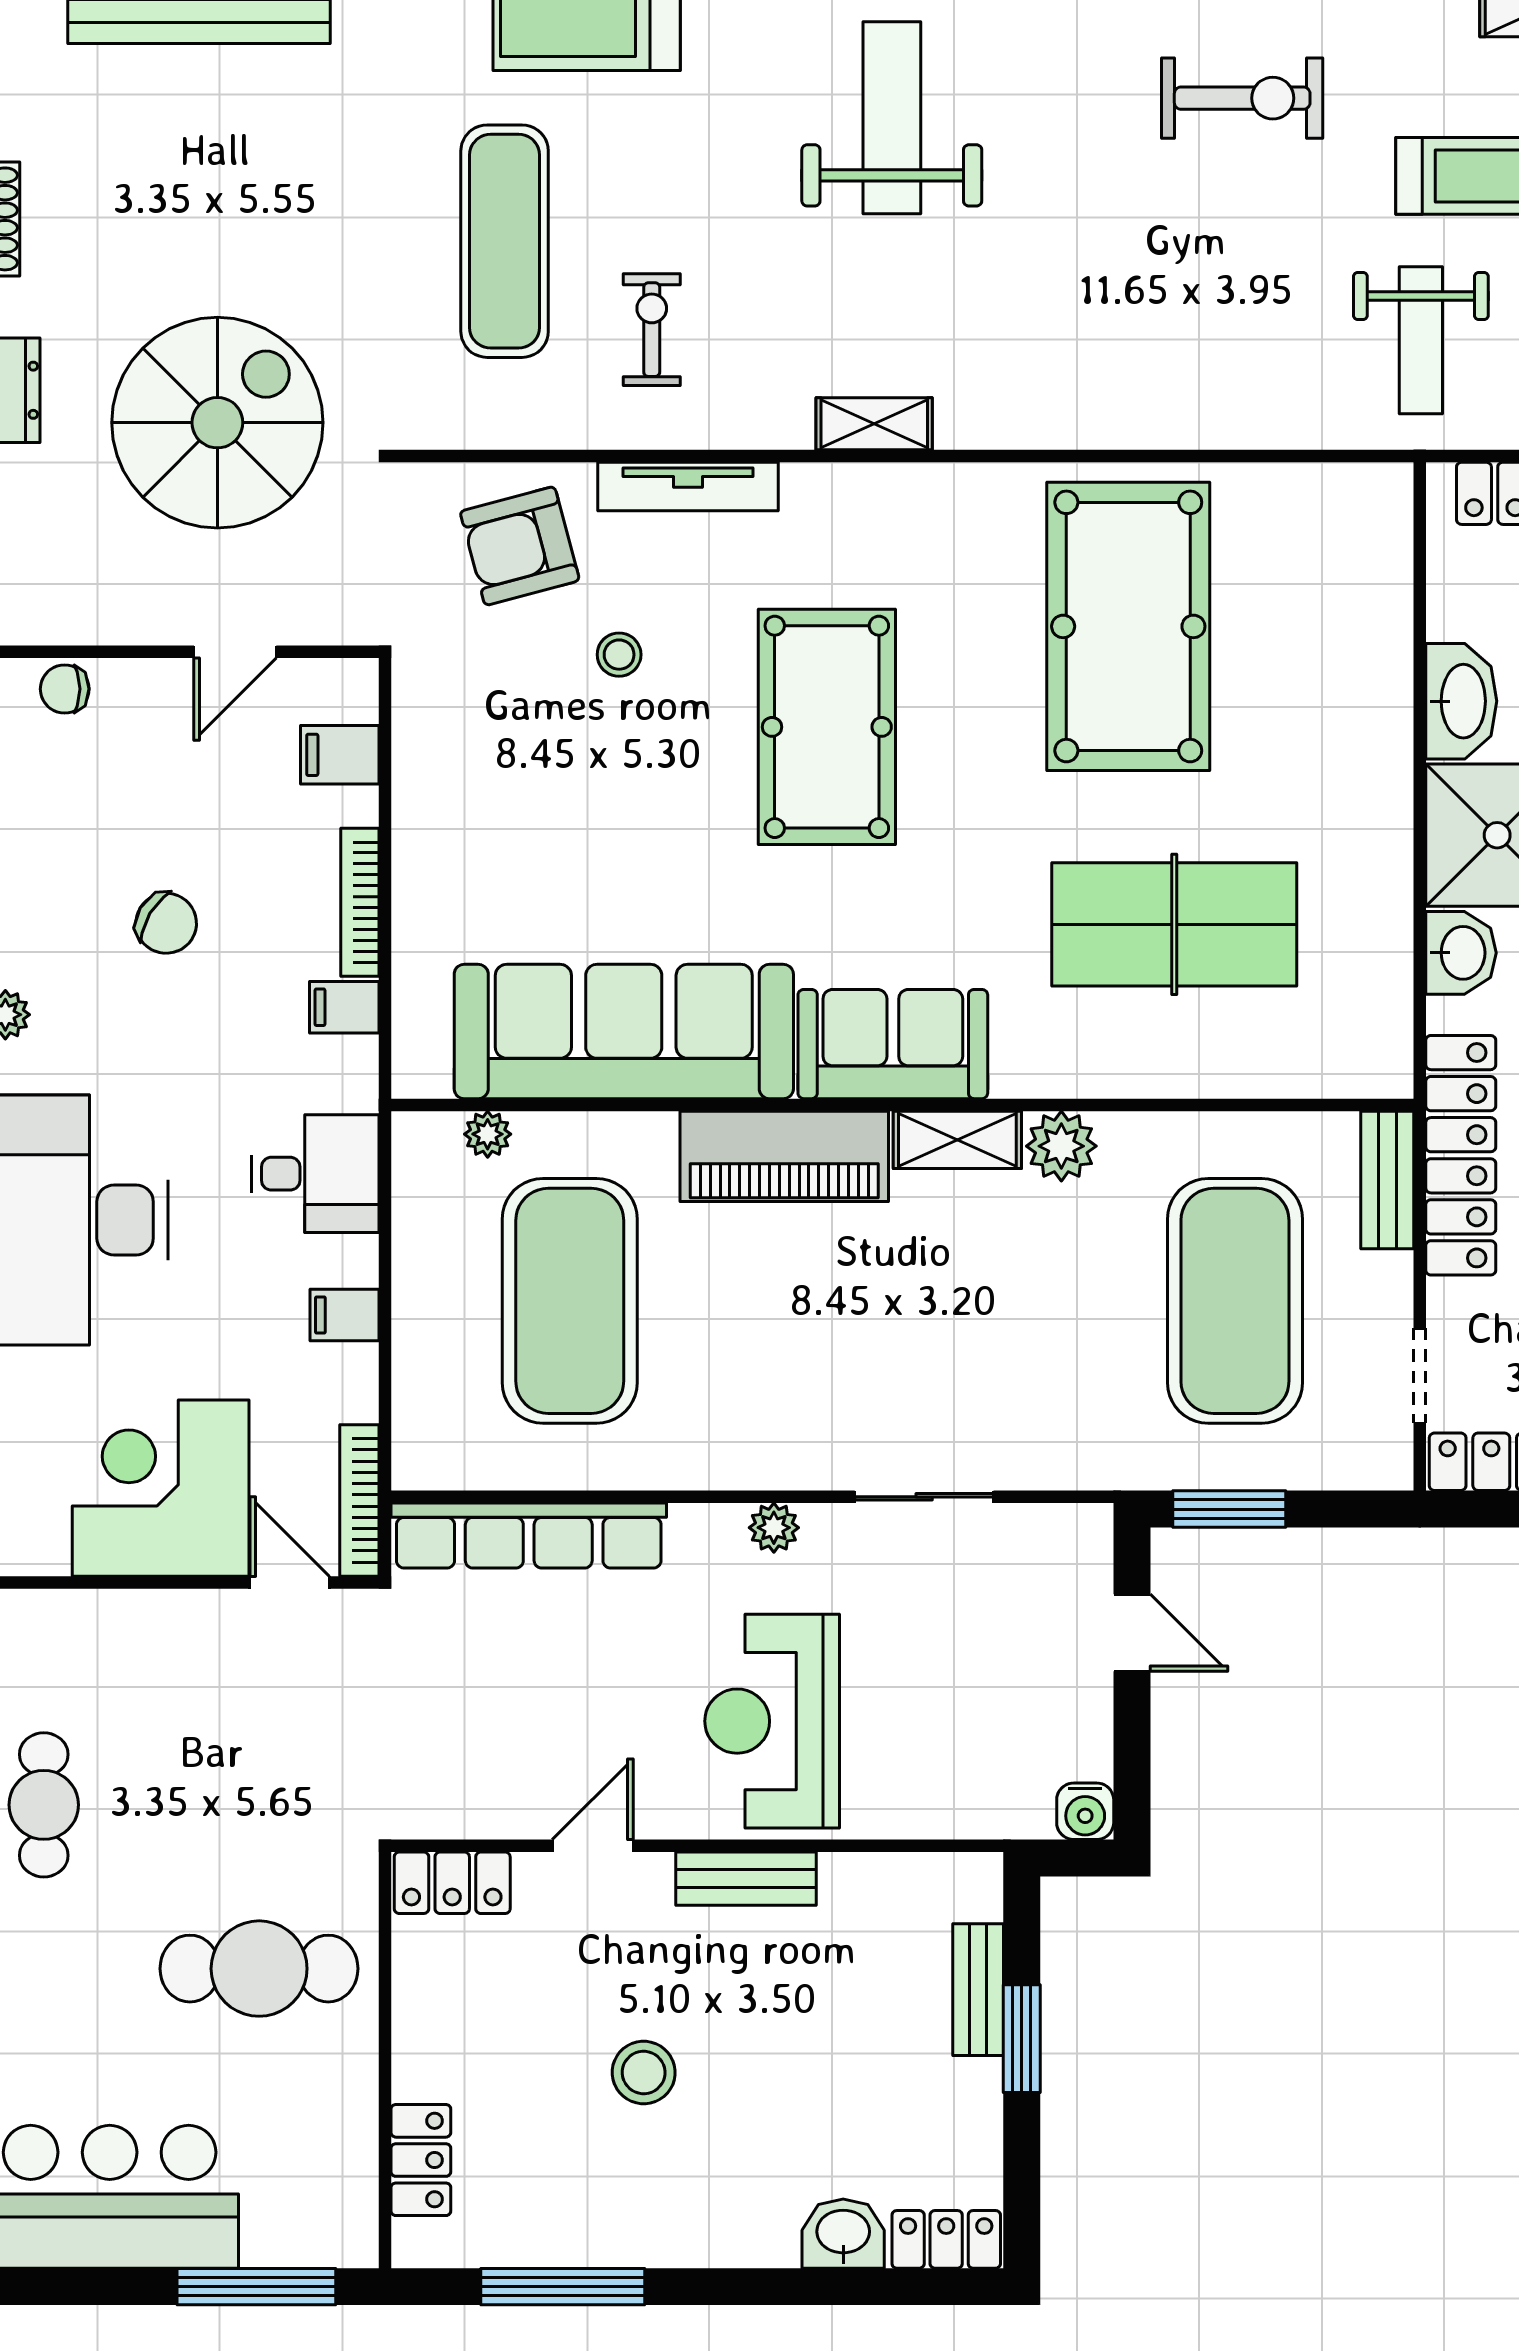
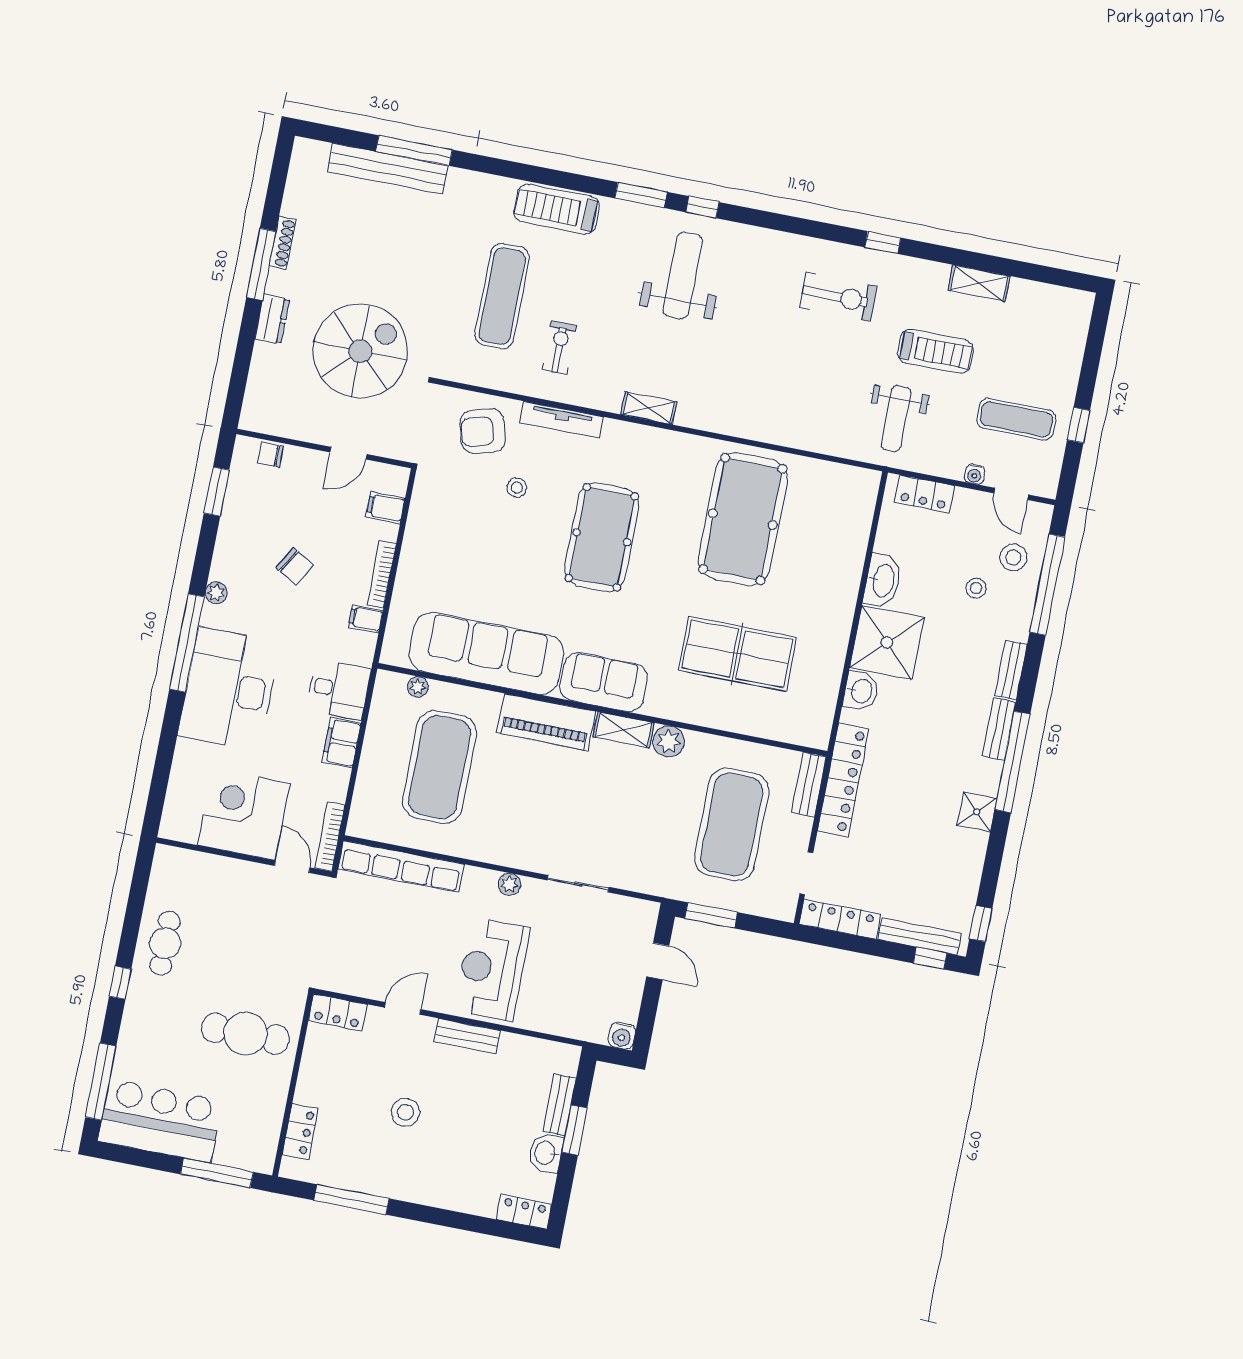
filing cabinet: (344, 1315) -> (342, 743), width x2.00
washbasin: (843, 2234) -> (546, 1153), moved, turned -90

